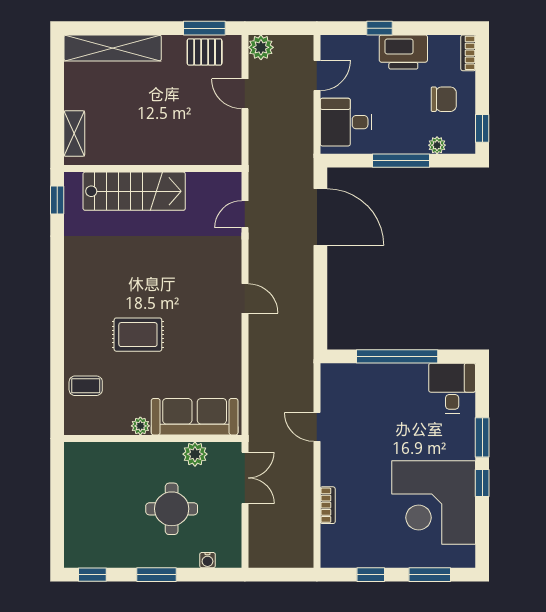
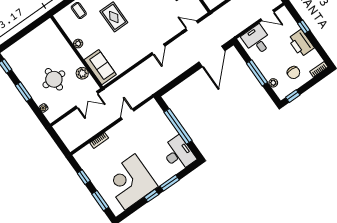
desk: (452, 388) -> (178, 154), width x1.37
sofa: (195, 417) -> (100, 67), width x0.73

